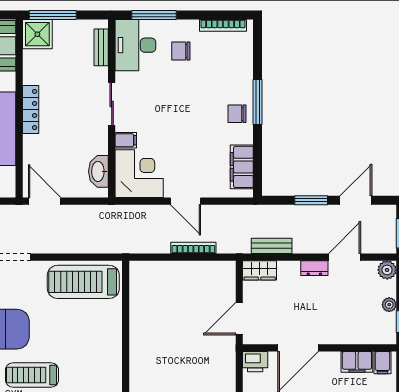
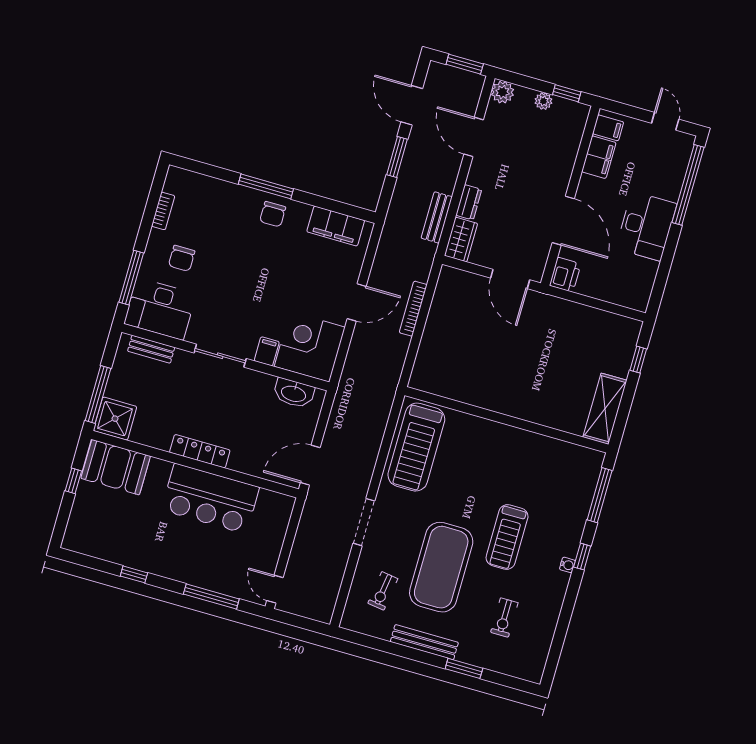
bookcase: (223, 25) -> (163, 211), width x0.64
dresser: (314, 268) -> (469, 202), moved

